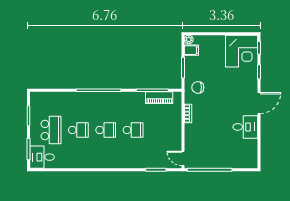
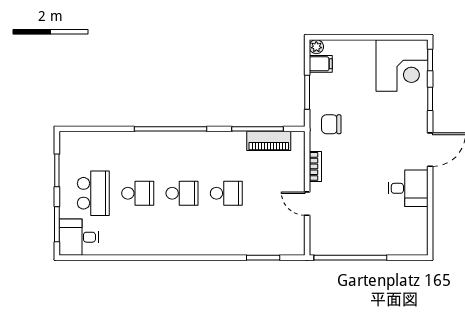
door: (183, 158) -> (307, 204), moved

